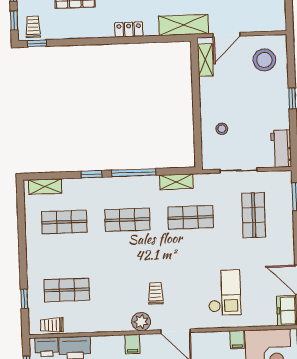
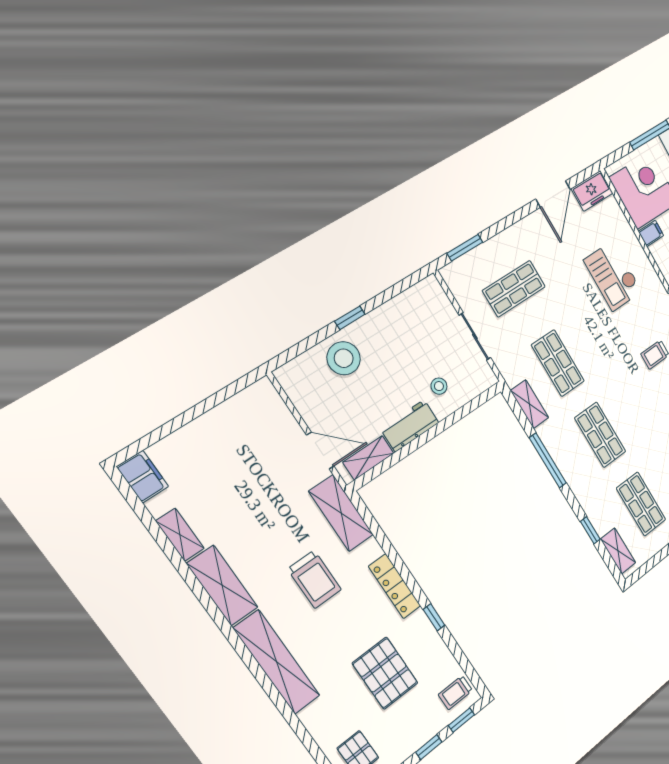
locker: (129, 29) -> (395, 586), width x1.53
window: (37, 43) -> (434, 617), moved
stool: (264, 60) -> (344, 358), moved
workbench: (281, 149) -> (410, 426), moved, turned 180
window: (91, 174) -> (590, 530), moved
checkout: (224, 293) -> (613, 276), turned -90

